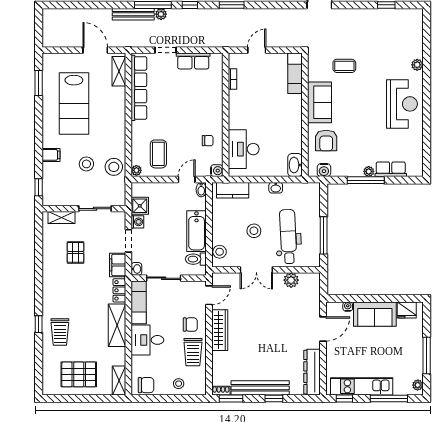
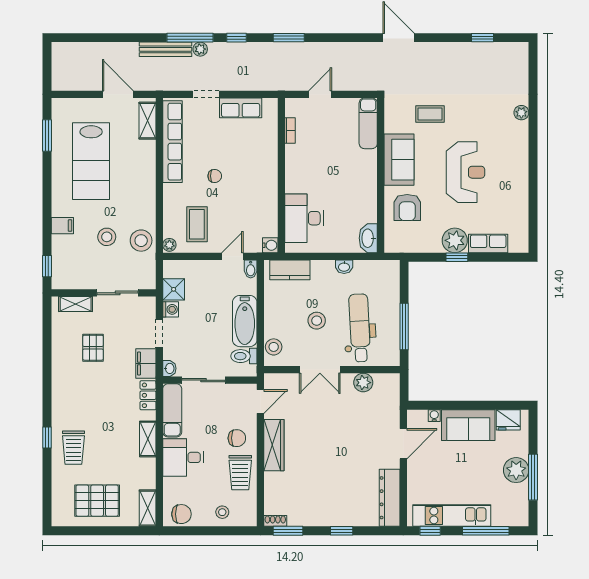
reception desk: (402, 104) -> (465, 172), moved
chair: (208, 141) -> (215, 176), moved
water cooler: (324, 170) -> (404, 245), removed
plant: (369, 171) -> (455, 240), width x1.88, depth x1.88
window: (366, 180) -> (457, 257), width x0.46
shelving: (117, 325) -> (148, 439), width x0.67, depth x0.75
plant: (418, 385) -> (516, 470), moved, width x1.88, depth x1.88
bench: (260, 388) -> (325, 517), removed

